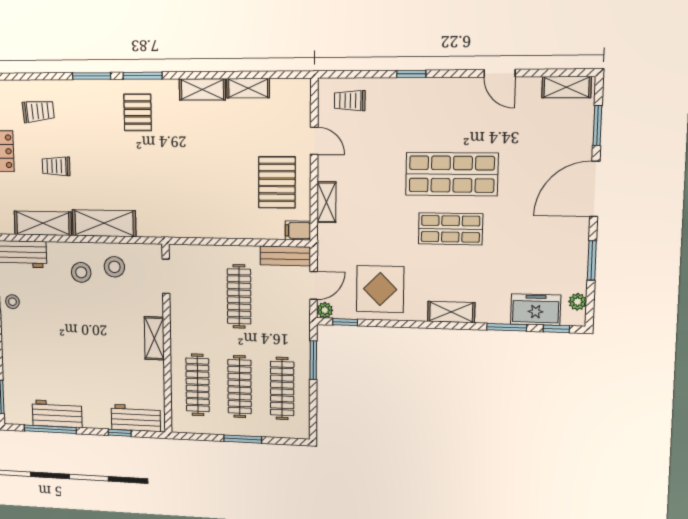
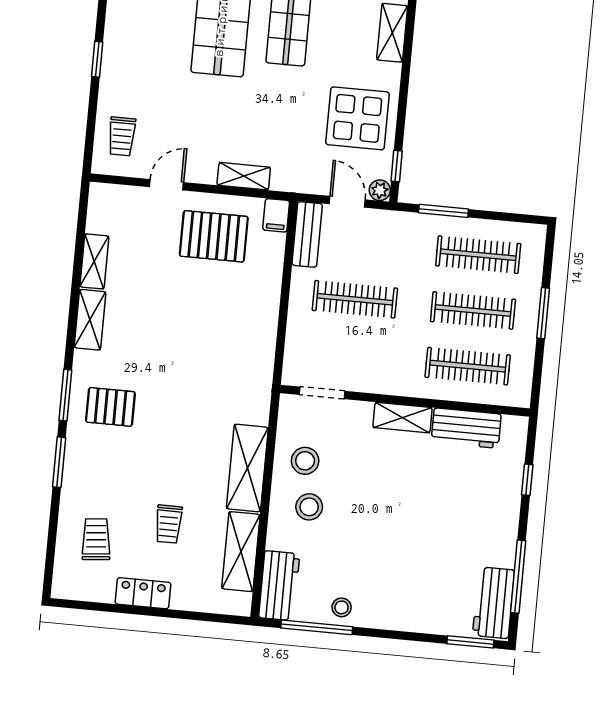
workbench: (57, 414) -> (494, 603), moved
workbench: (136, 418) -> (466, 428), moved, turned -90

